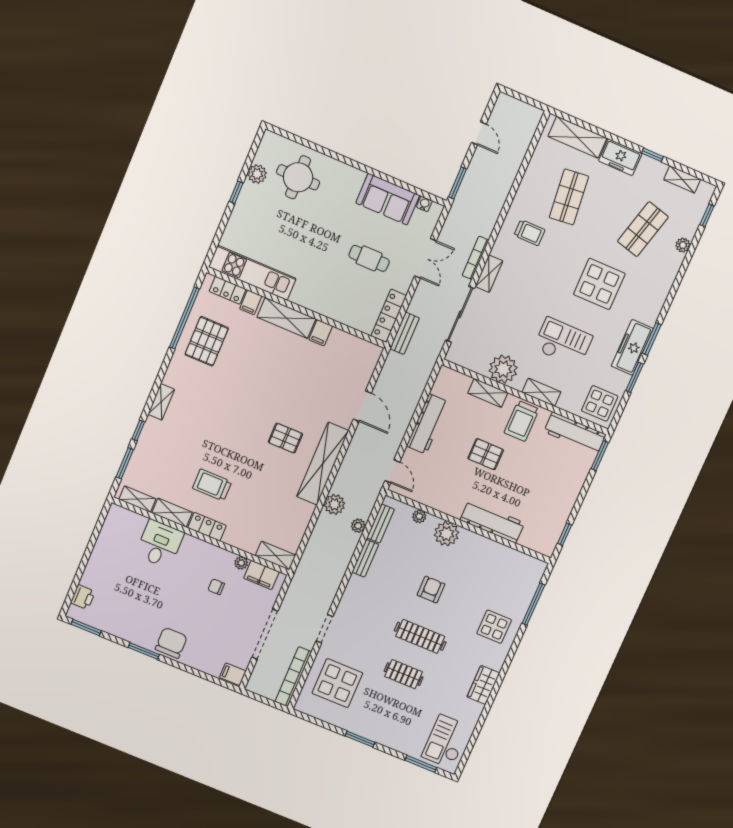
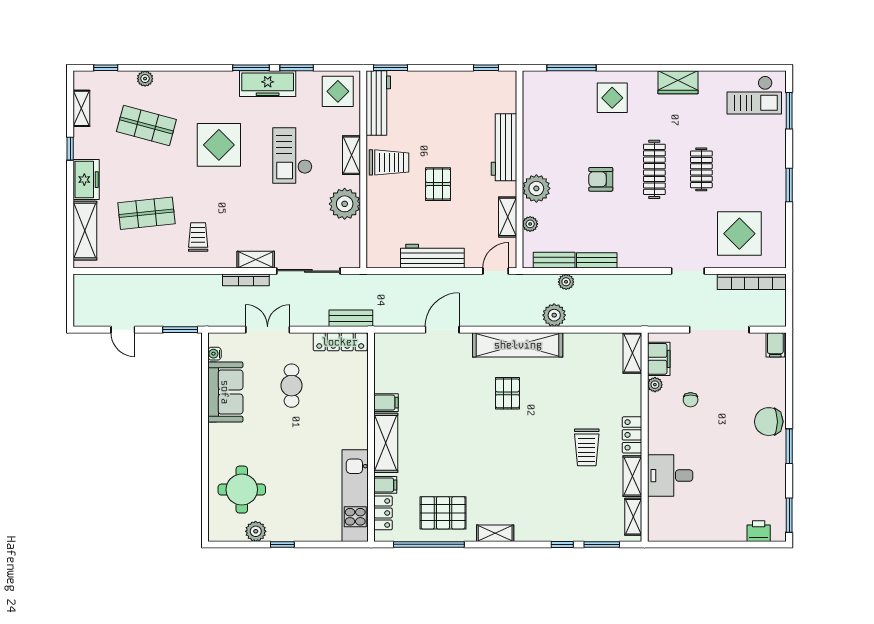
door: (479, 133) -> (123, 330), swing flipped
shelving: (488, 393) -> (508, 217), moved
shelving: (161, 402) -> (495, 533), moved

